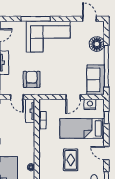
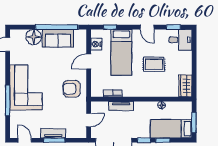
armchair: (32, 79) -> (72, 89), moved
sofa: (96, 80) -> (58, 38), moved
door: (73, 97) -> (89, 62), swing flipped
tv unit: (30, 111) -> (121, 106), moved
door: (106, 153) -> (147, 27), hinge flipped

